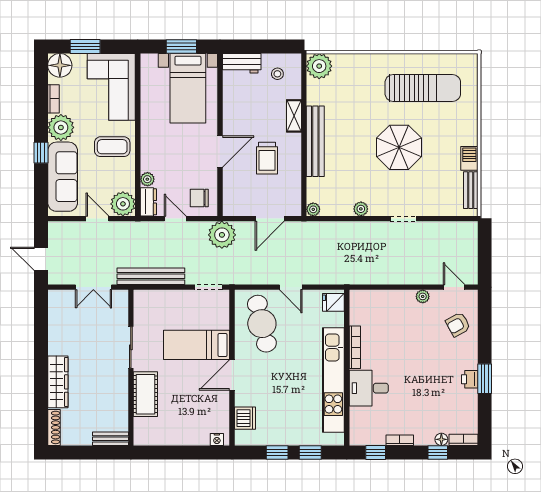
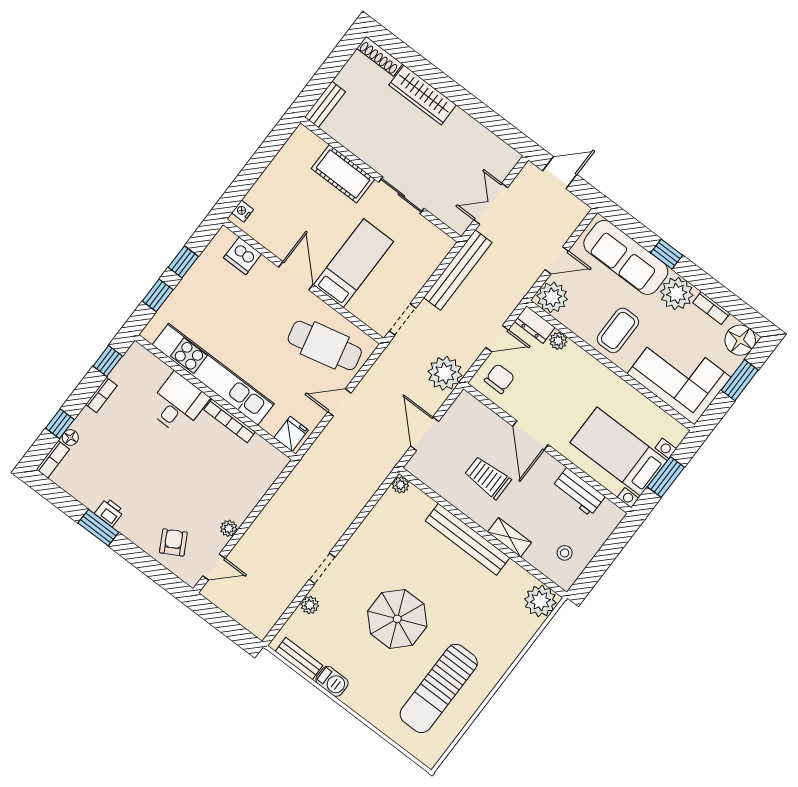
workbench: (242, 63) -> (579, 492), moved, turned -90
plant: (361, 209) -> (310, 605), moved

